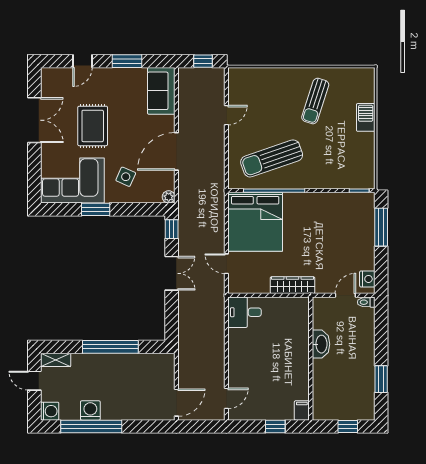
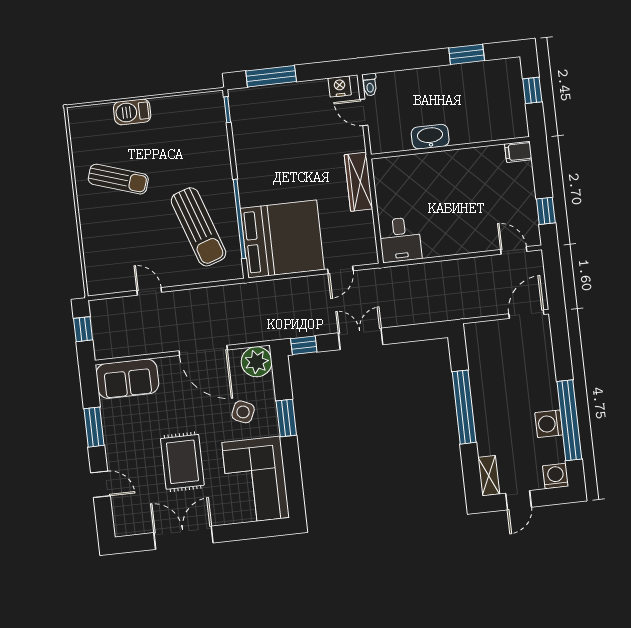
rug: (93, 126) -> (182, 462), turned 90
plant: (169, 197) -> (257, 362), width x1.88, depth x1.88
window: (96, 209) -> (286, 418), moved
door: (176, 403) -> (526, 314), hinge flipped
window: (275, 426) -> (546, 211), moved

